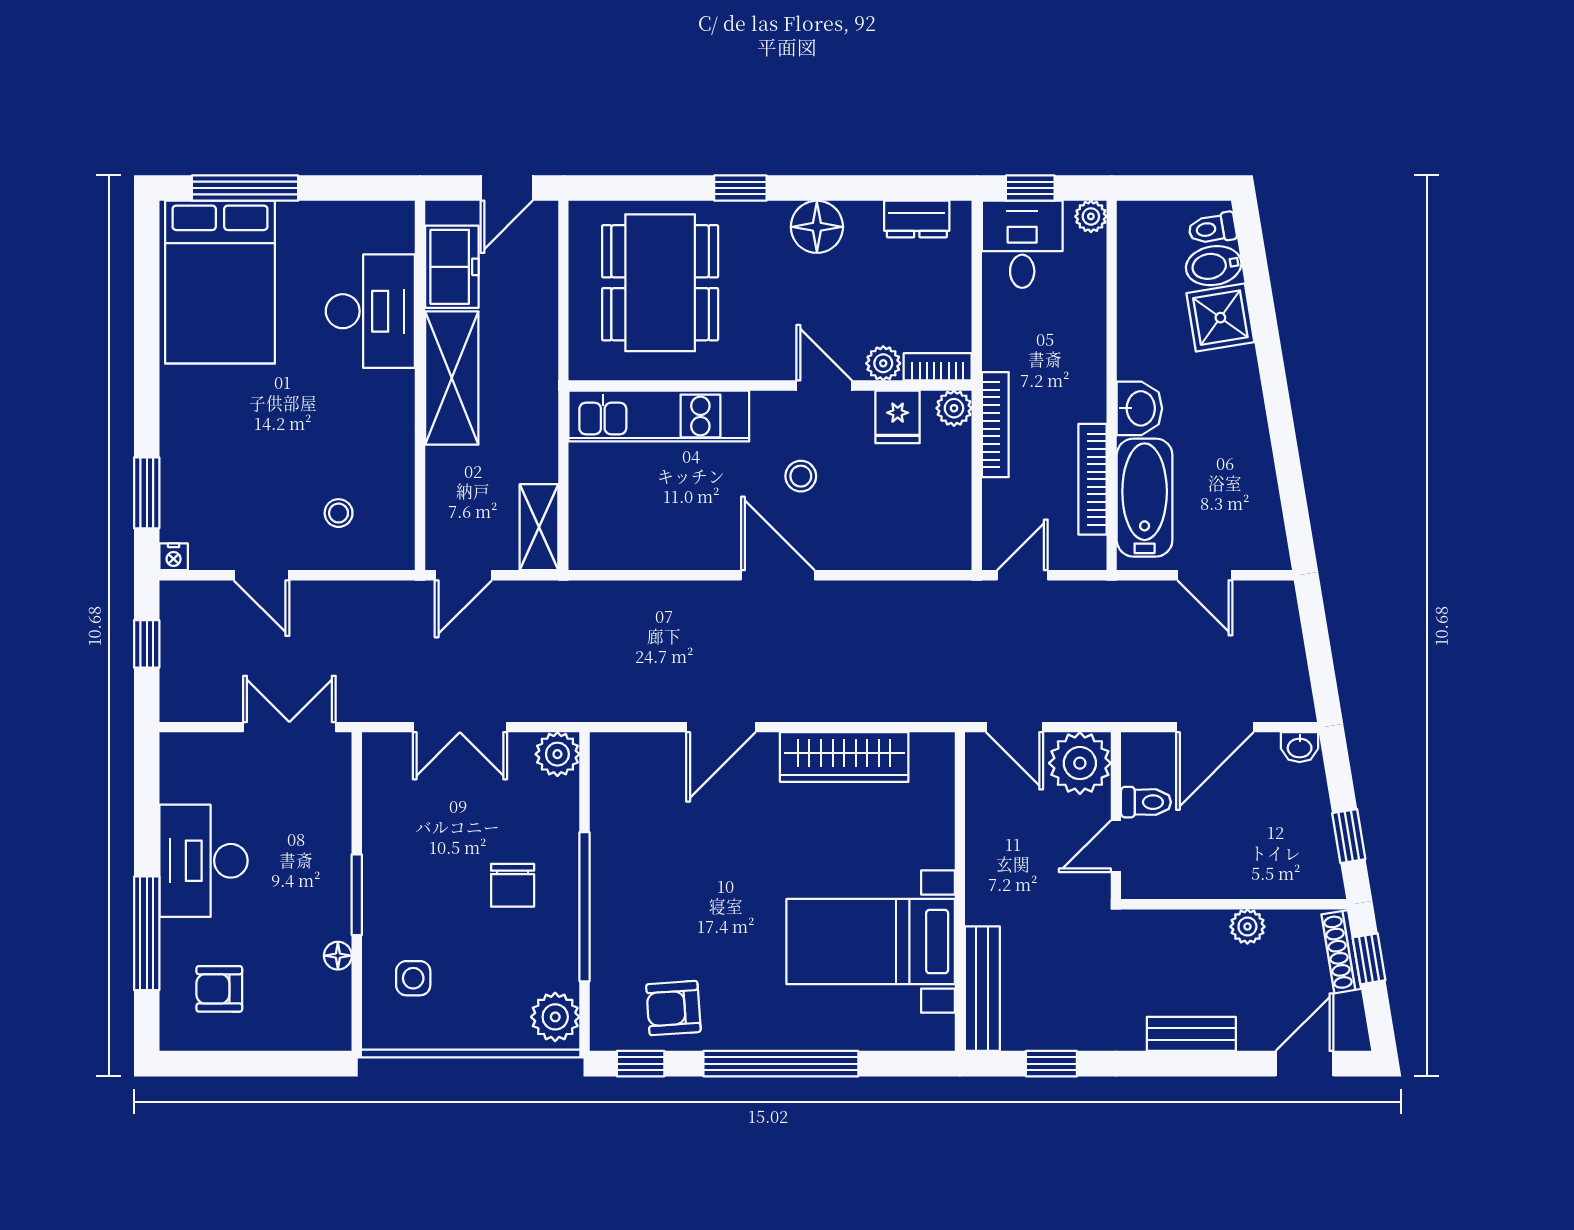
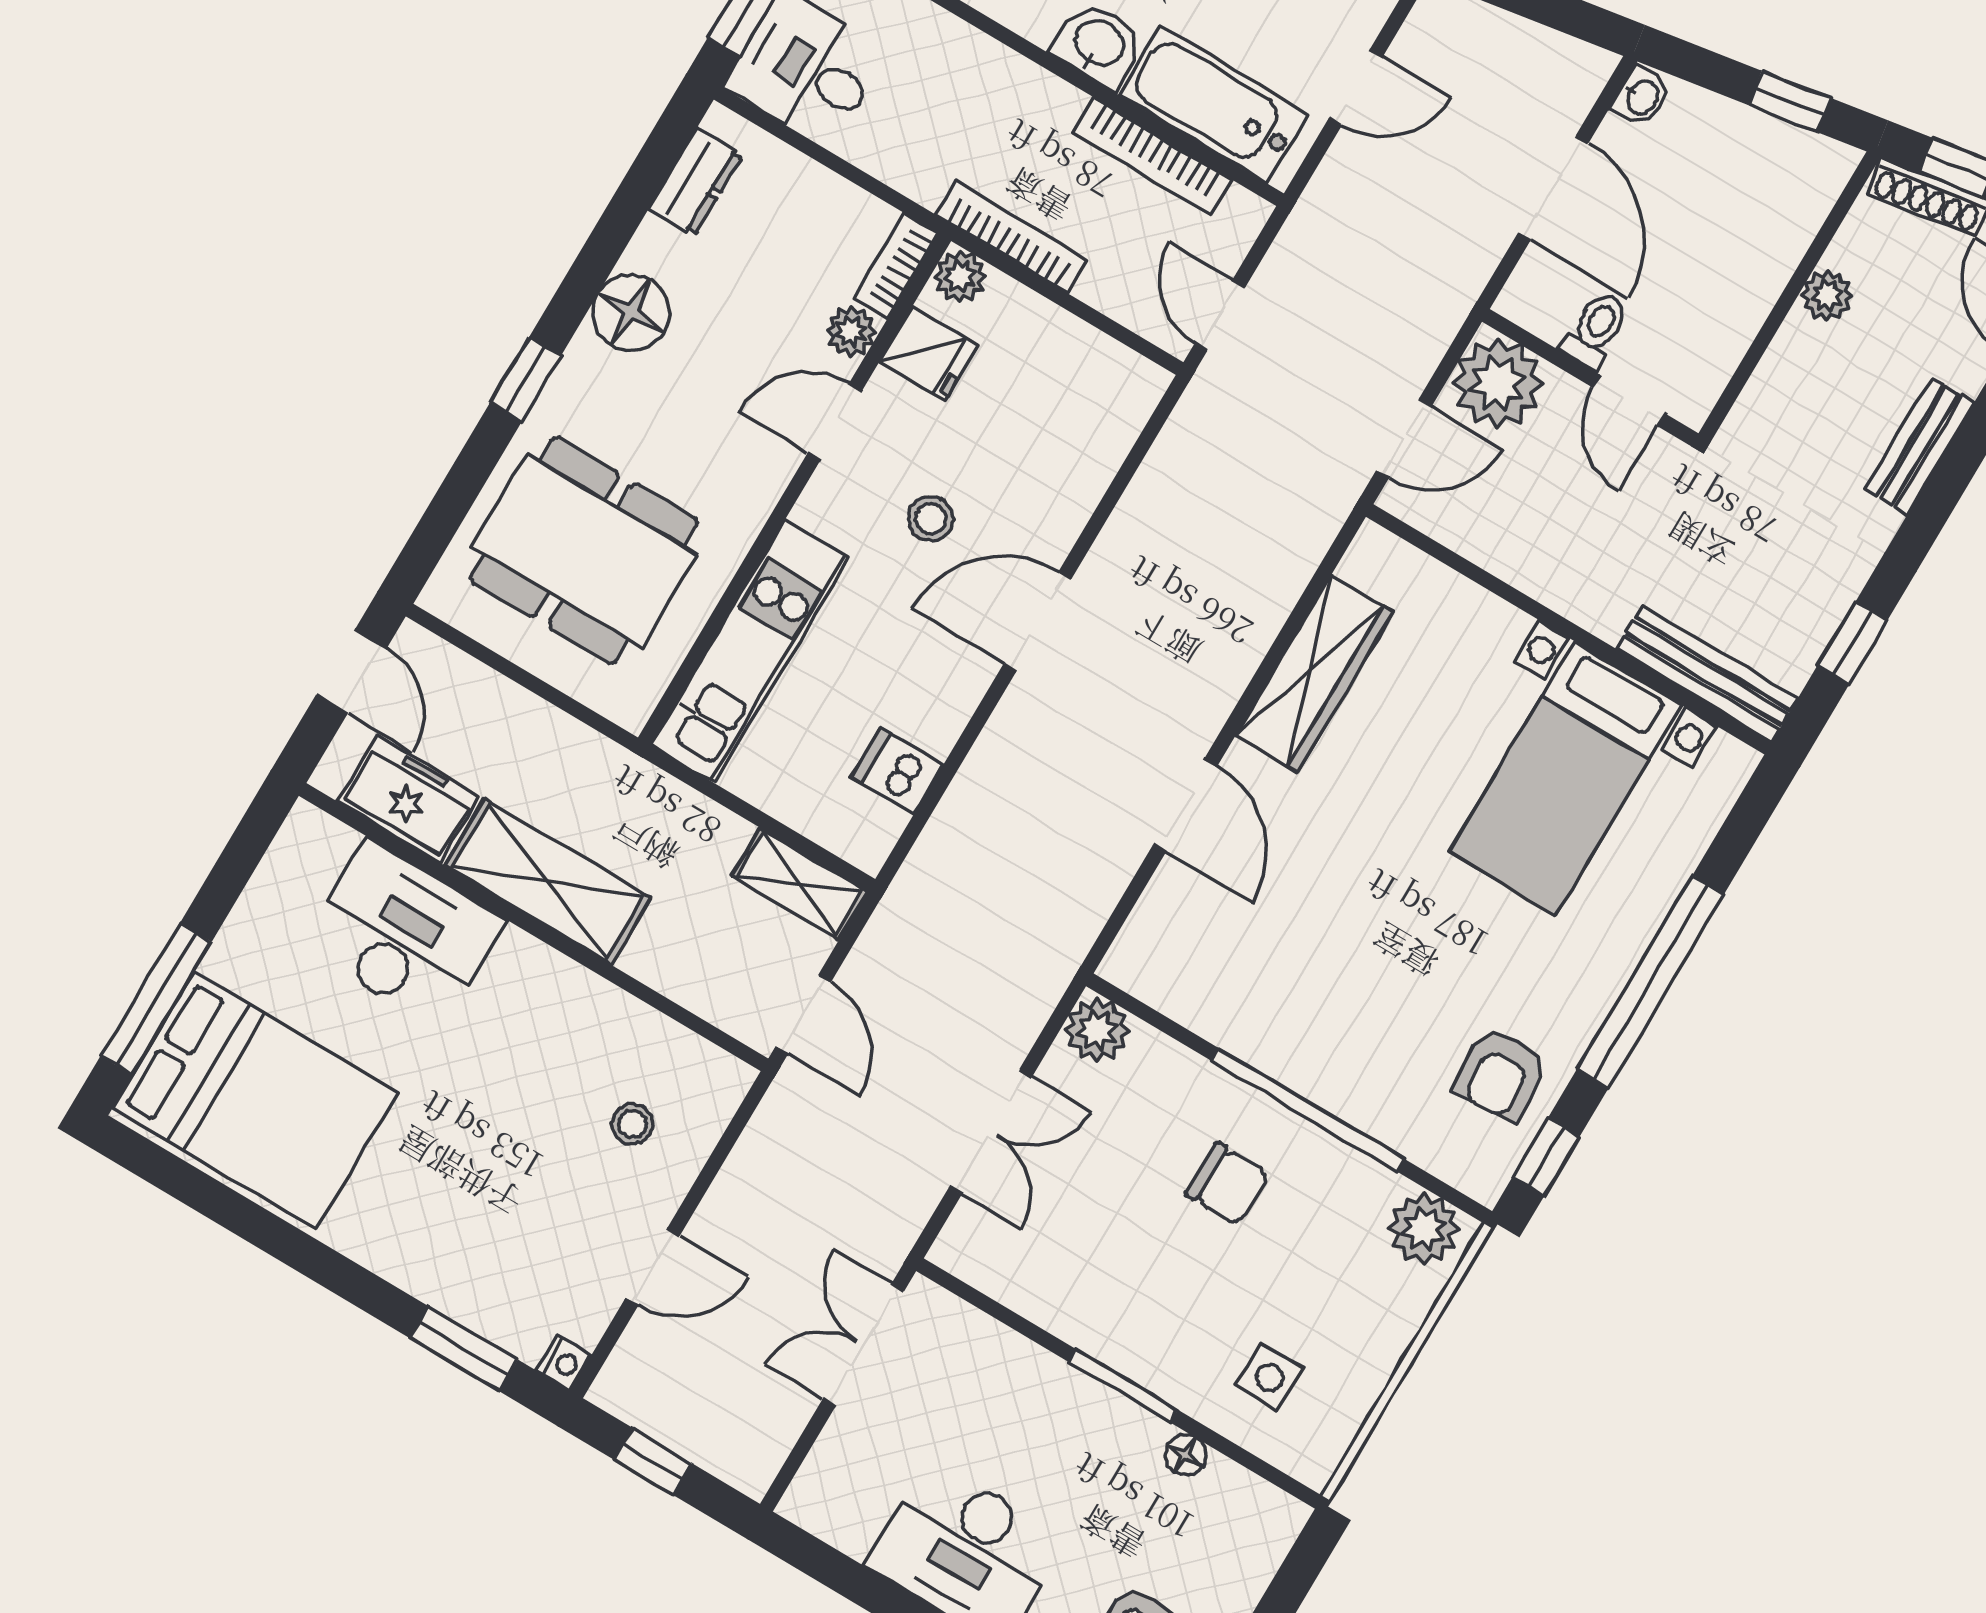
dishwasher: (640, 545) -> (897, 771), added

